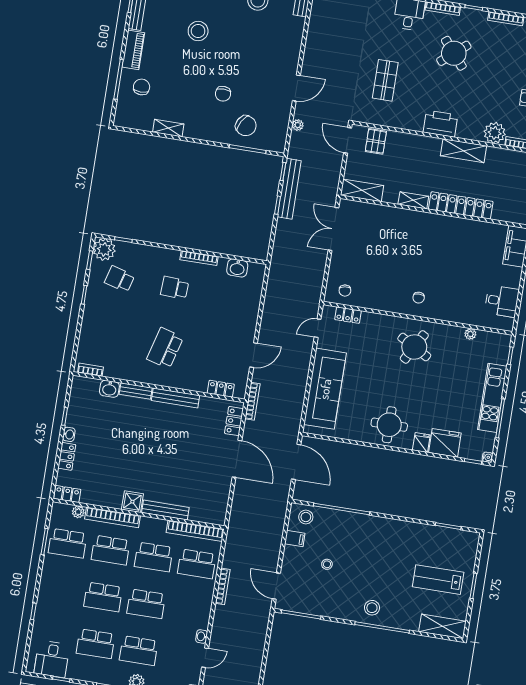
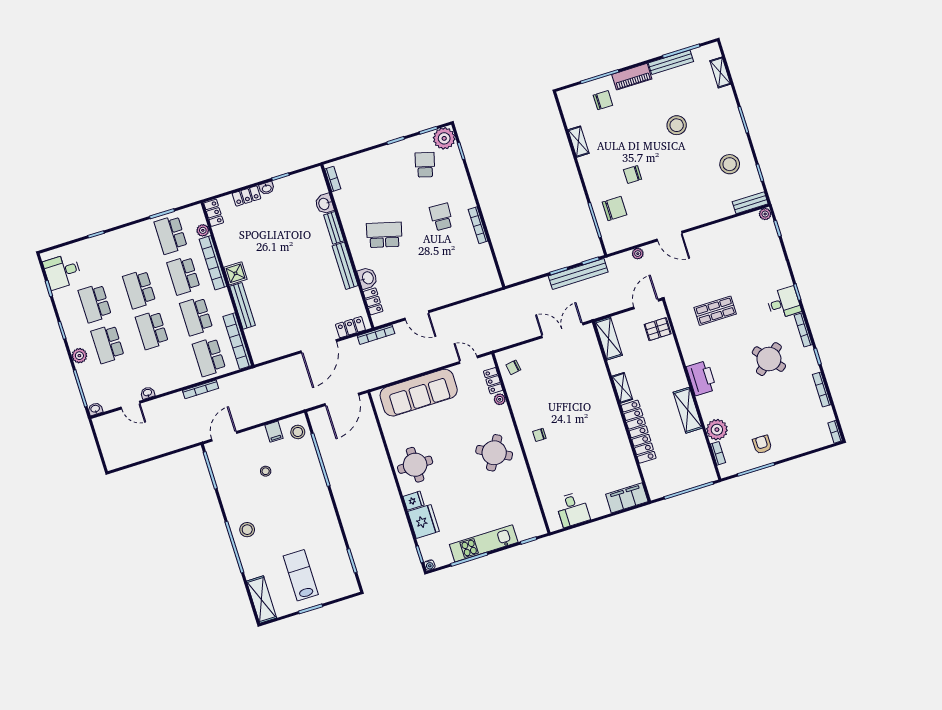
chair: (246, 126) -> (615, 208), turned -120
washbasin: (237, 268) -> (367, 278), moved, turned 180
plant: (470, 334) -> (500, 399), moved

